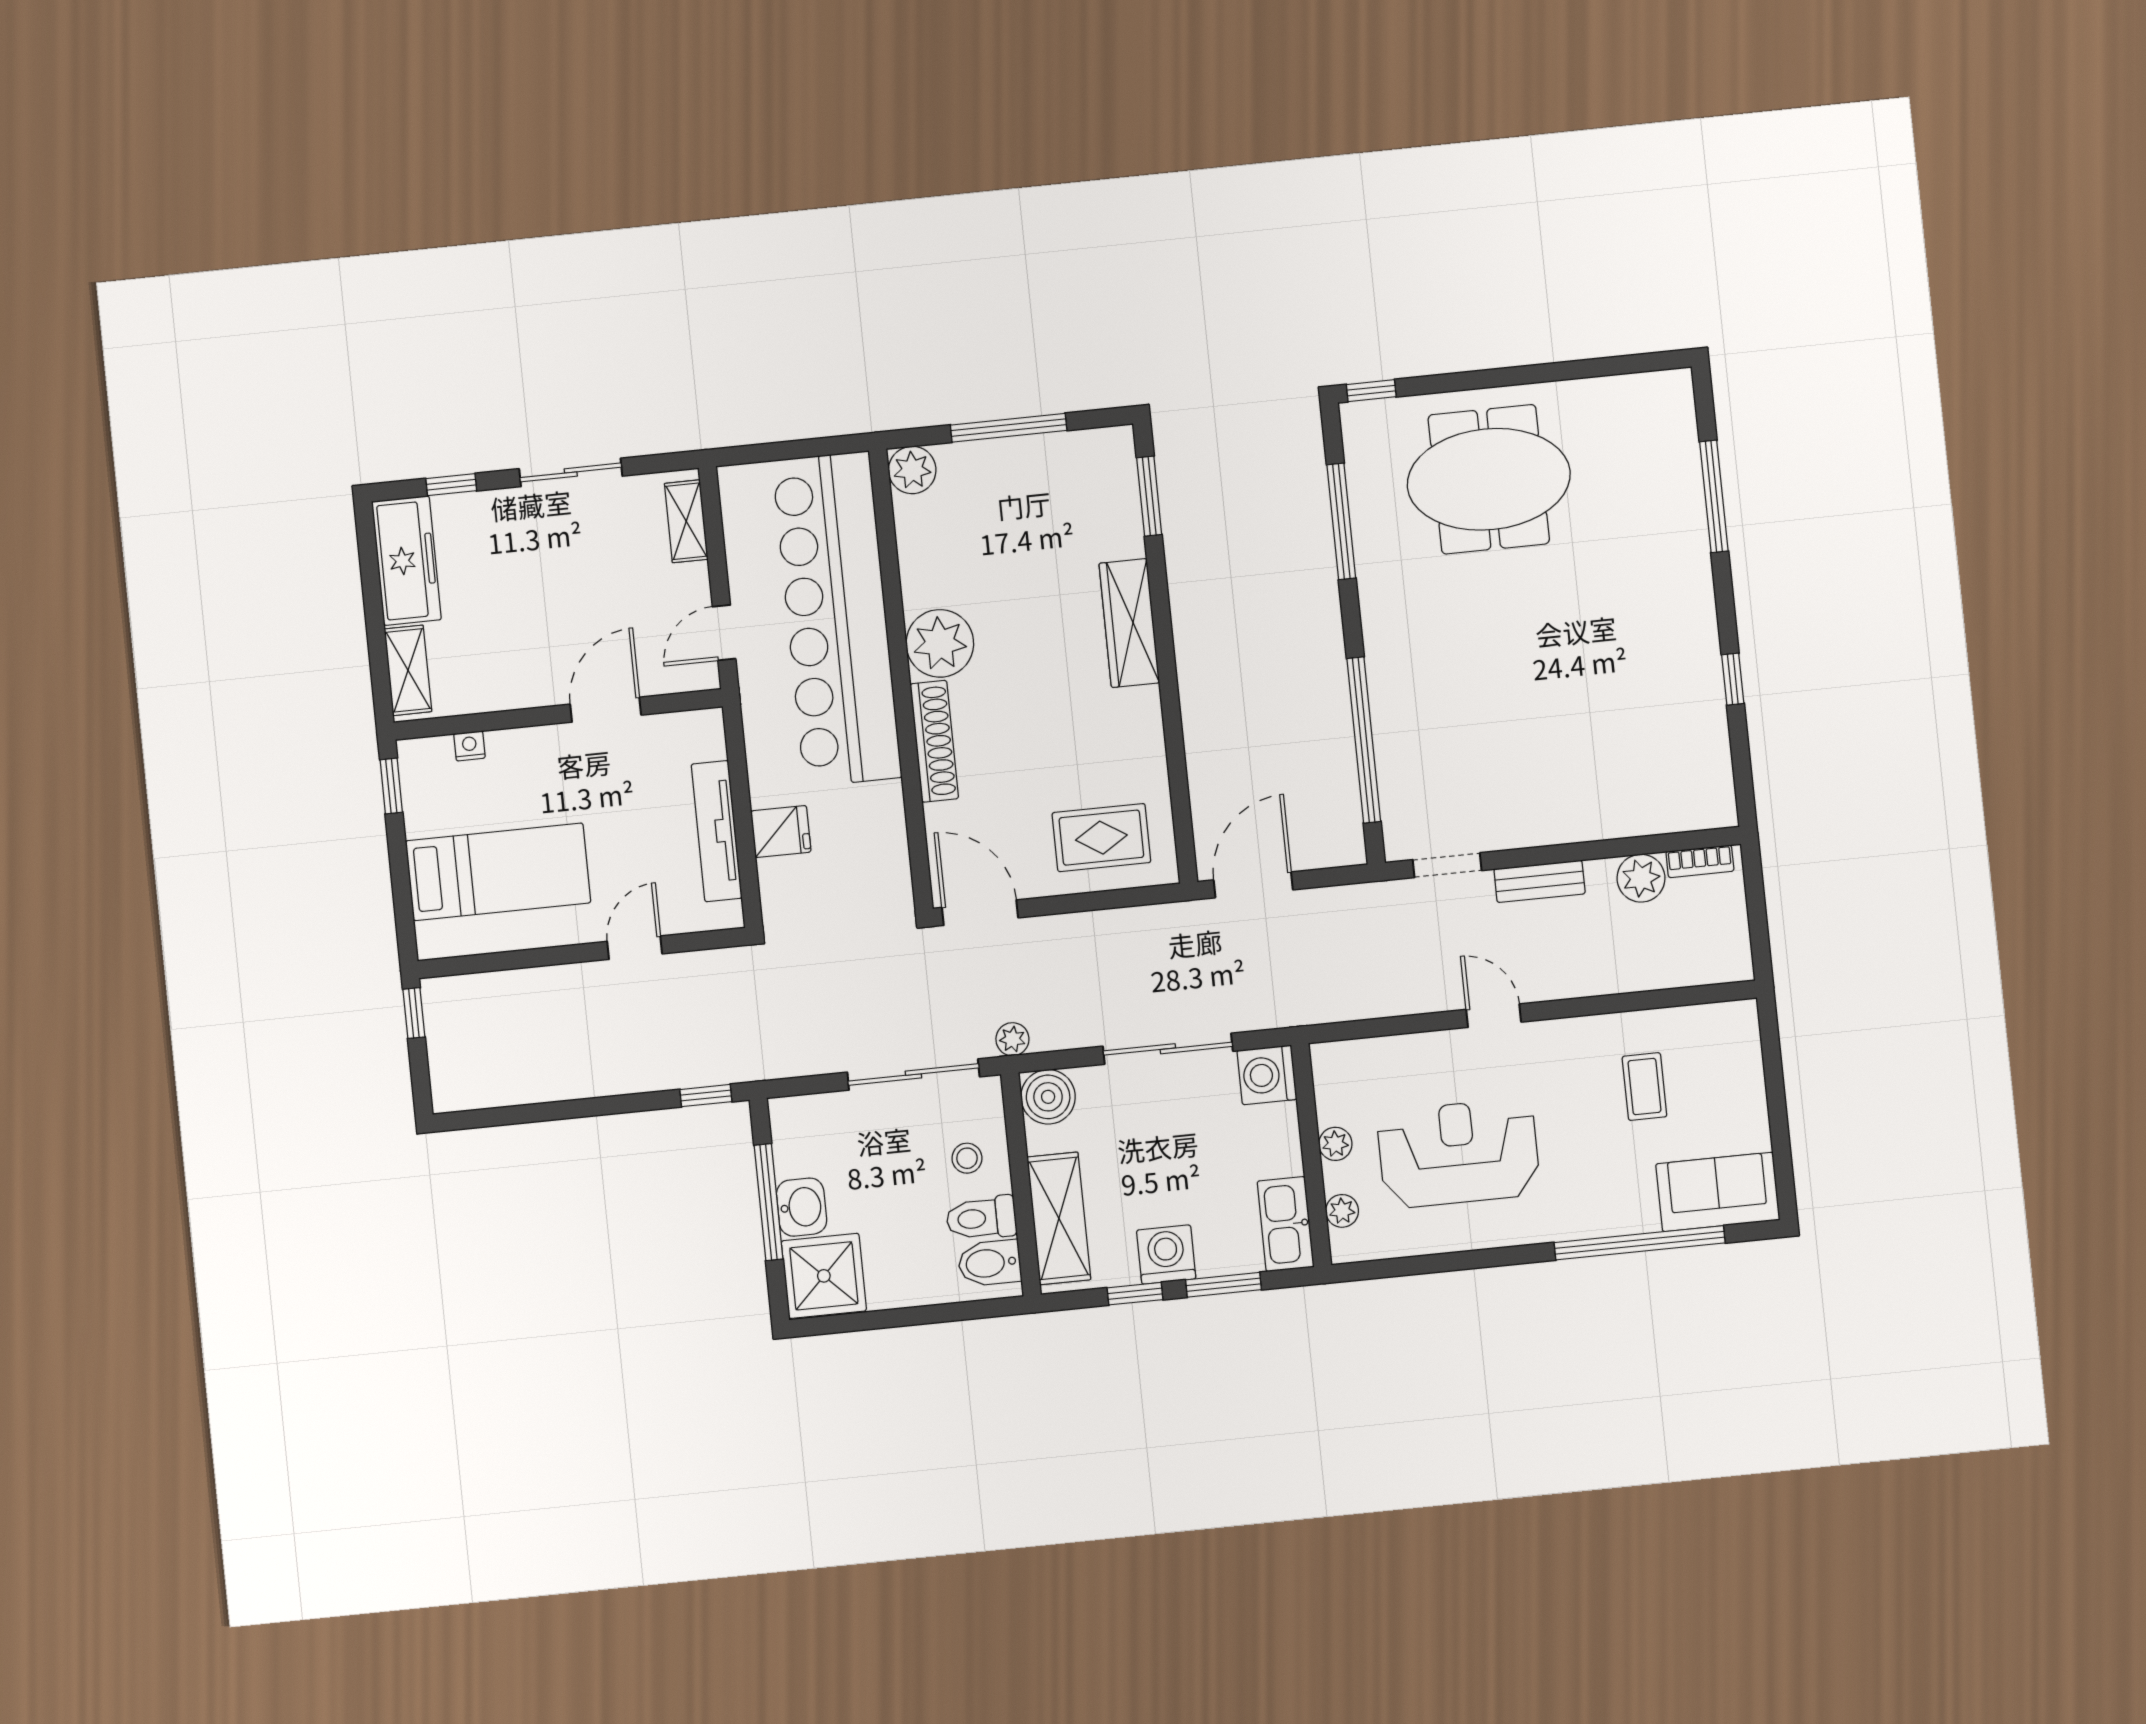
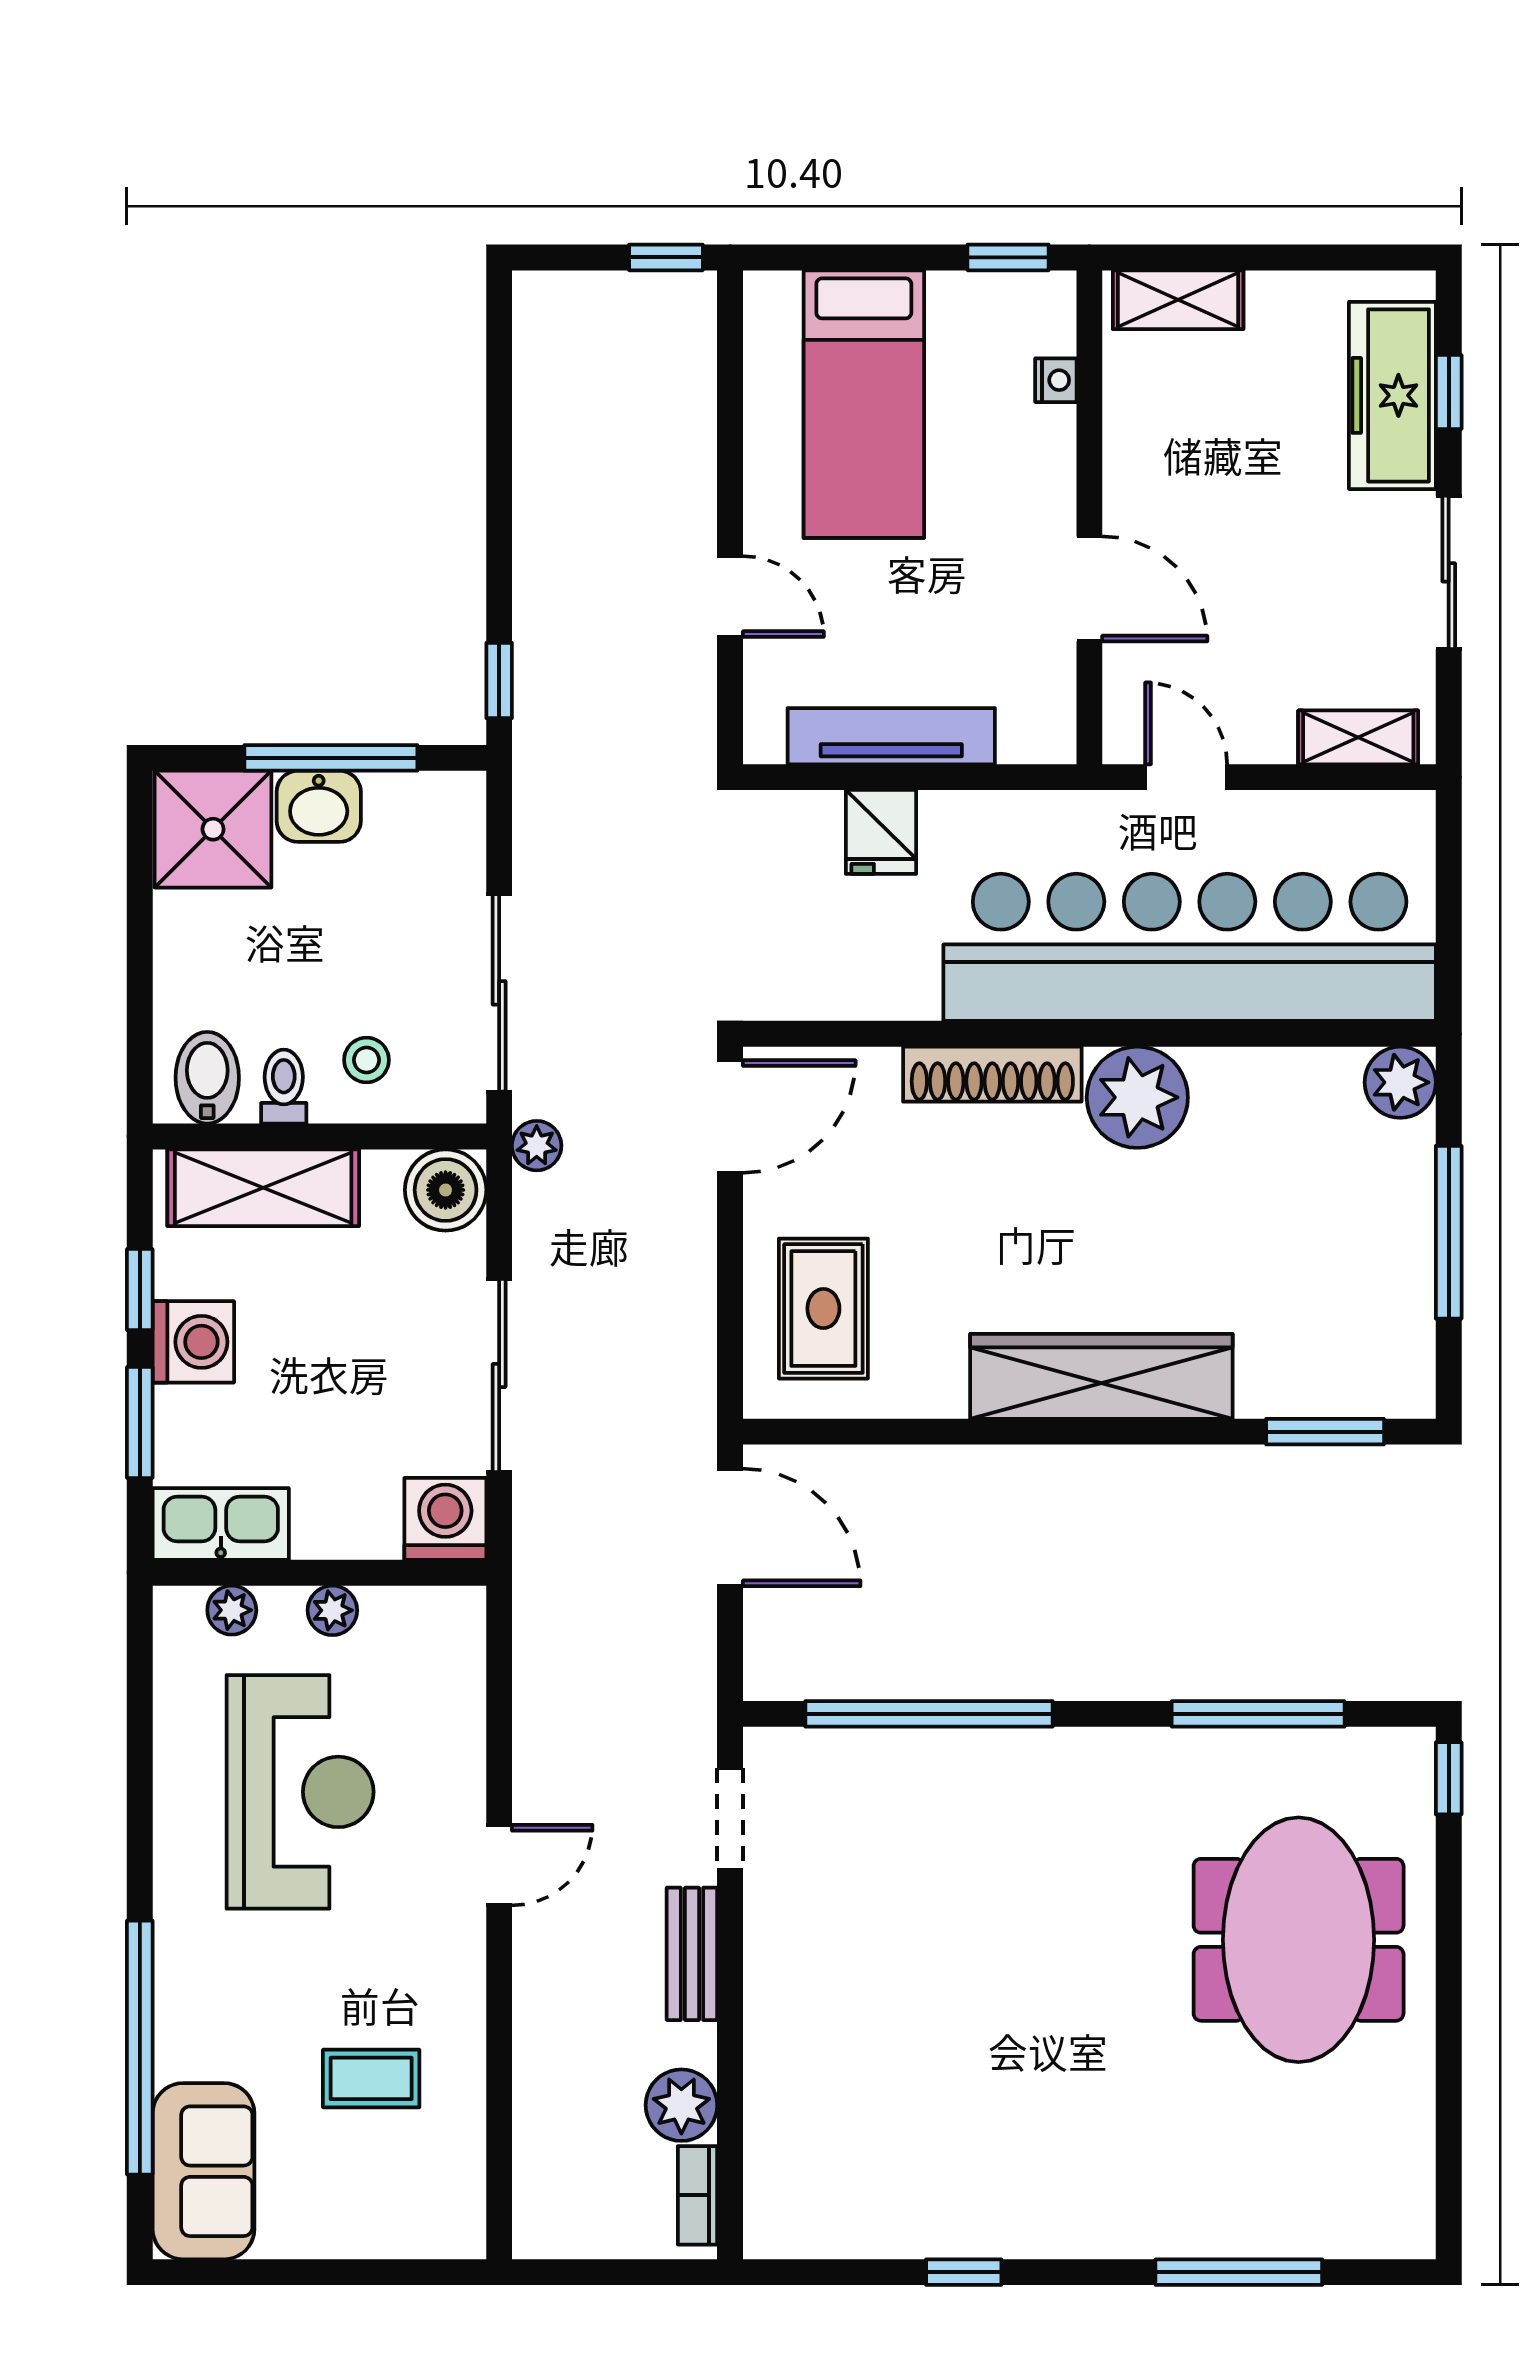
freezer: (406, 561) -> (1392, 395), moved, turned 90
wardrobe: (1129, 623) -> (1101, 1376), width x1.40, depth x1.17
toilet: (981, 1218) -> (284, 1087), width x0.73, depth x0.72

